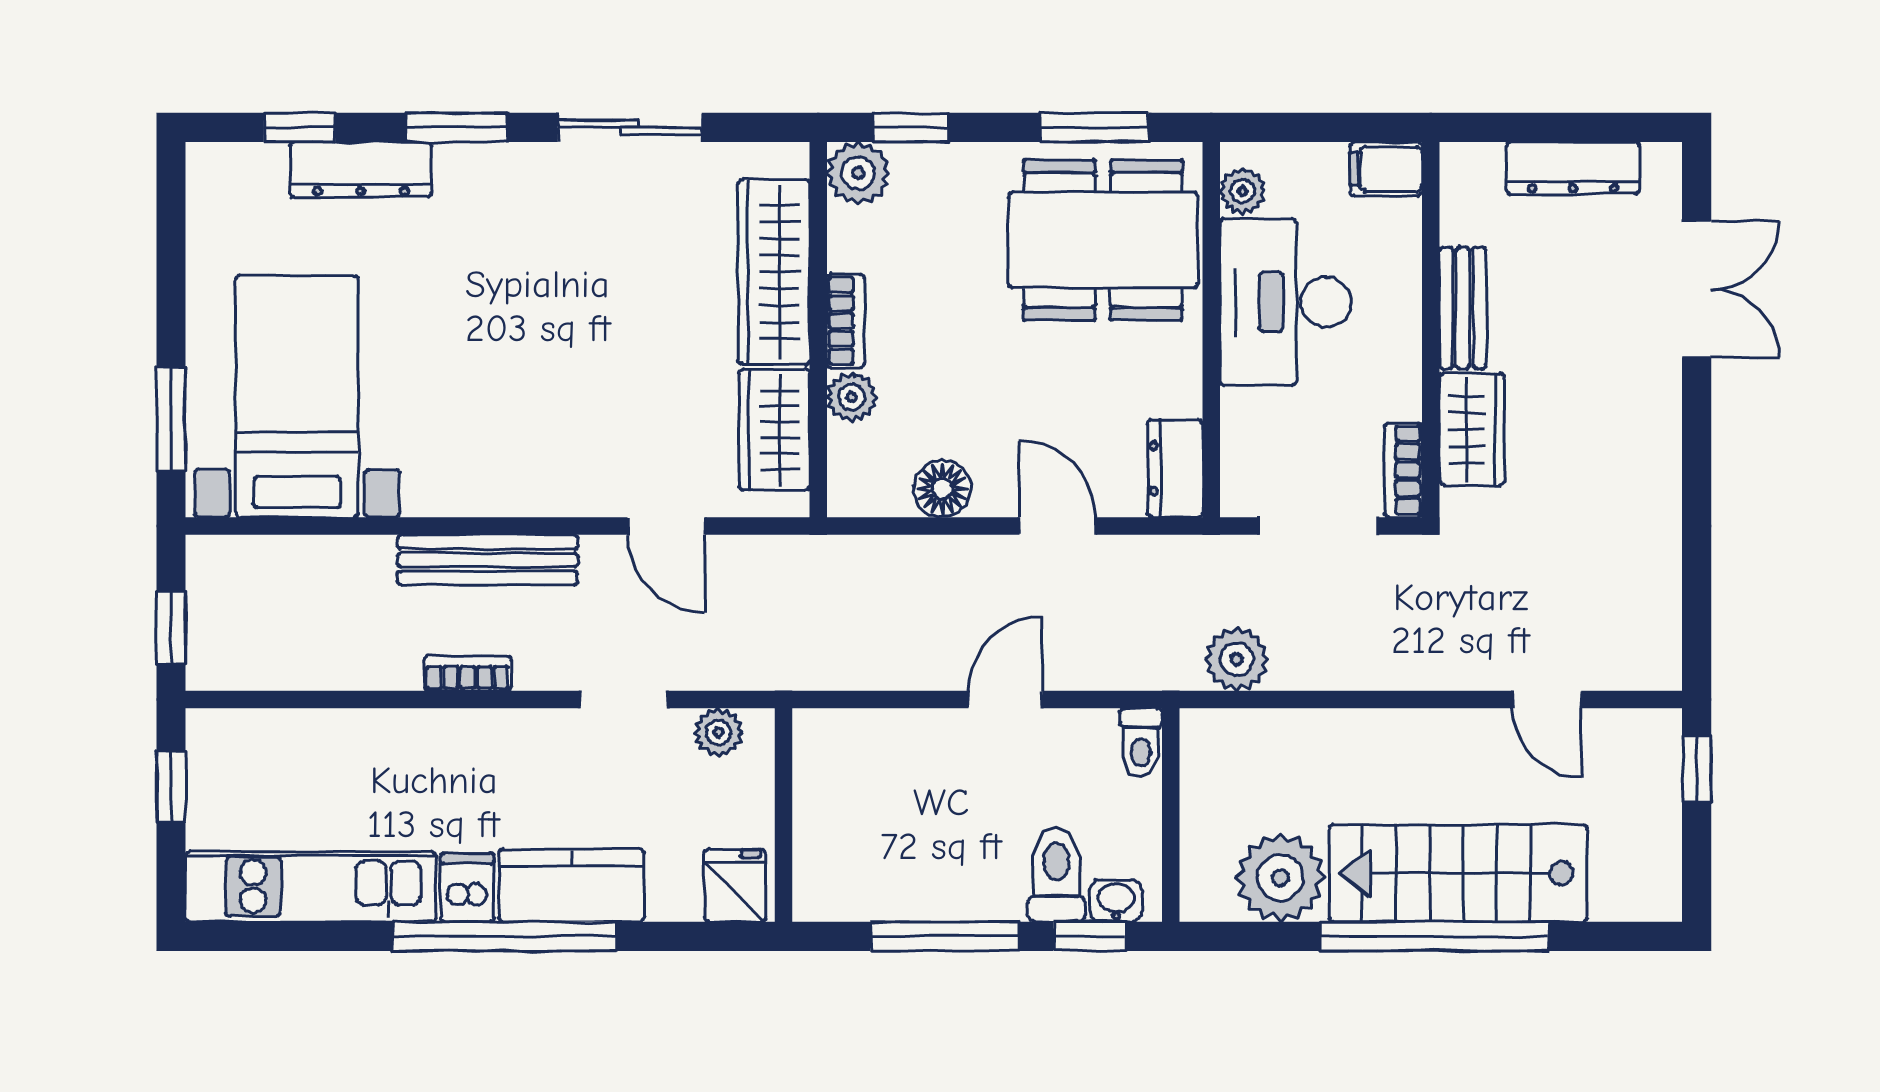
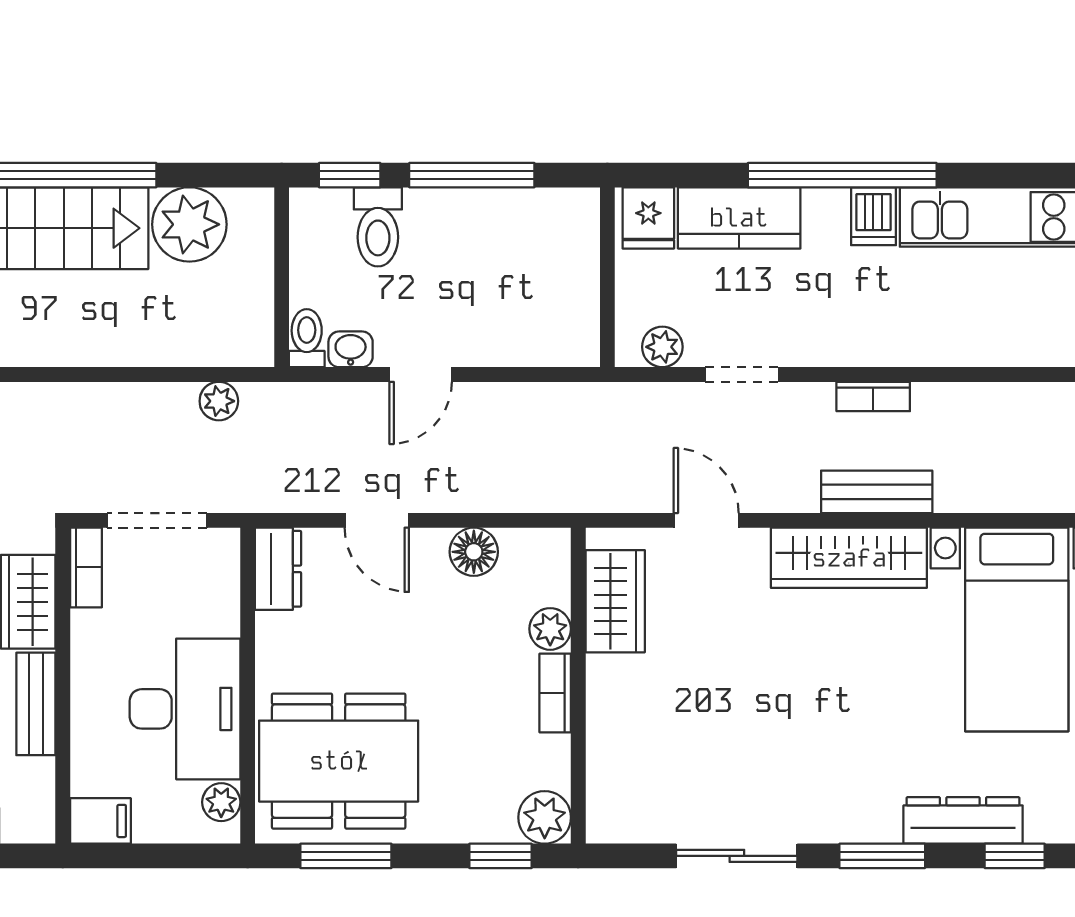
wardrobe: (774, 272) -> (849, 558), moved, turned 90
bench: (488, 560) -> (877, 492), width x0.73
plant: (1237, 659) -> (219, 401), width x0.73, depth x0.73
kitchen counter: (571, 886) -> (739, 218), moved
washbasin: (1116, 901) -> (351, 349), moved, turned 180

